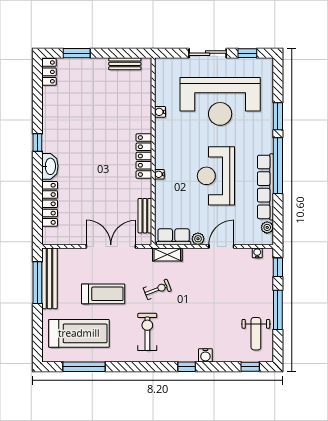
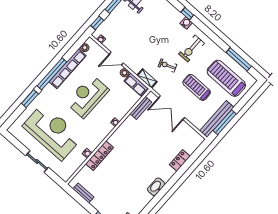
window: (247, 53) -> (17, 144), removed
window: (37, 143) -> (162, 192), removed
locker: (144, 156) -> (99, 156), moved
washbasin: (50, 166) -> (156, 187), moved
reception desk: (216, 176) -> (88, 96), turned 180
locker: (50, 204) -> (180, 160), width x0.66
water cooler: (205, 355) -> (186, 23), moved

